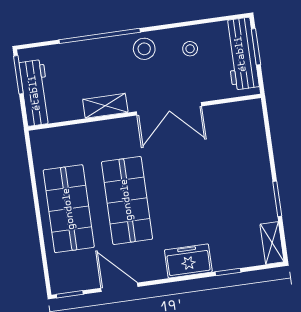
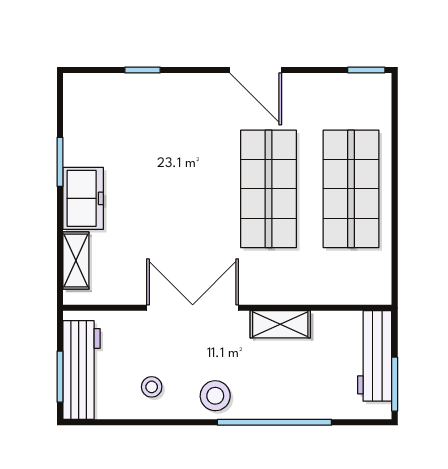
shelving: (272, 243) -> (76, 260), moved
freezer: (188, 261) -> (83, 198), moved, turned -90
door: (119, 287) -> (256, 70), moved

